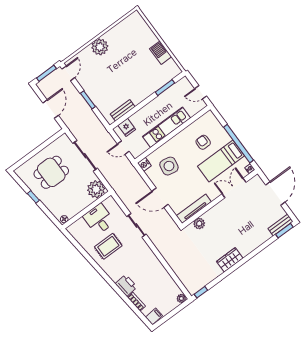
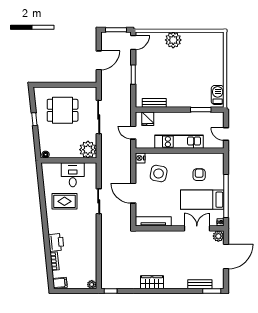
barbecue: (161, 53) -> (218, 95), moved
plant: (199, 224) -> (218, 236), moved
bench: (280, 225) -> (200, 284), moved

